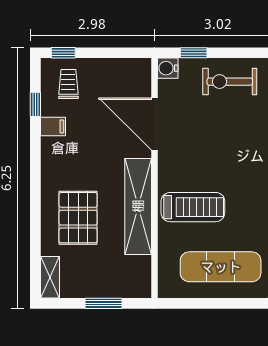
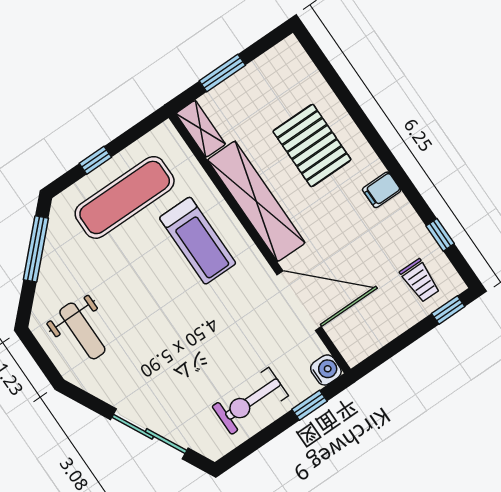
exercise bike: (230, 82) -> (250, 401), turned 180
filing cabinet: (53, 126) -> (382, 190), moved
treadmill: (193, 207) -> (198, 241), turned -90
shelving: (50, 277) -> (201, 129), moved
window: (223, 303) -> (95, 160), added

